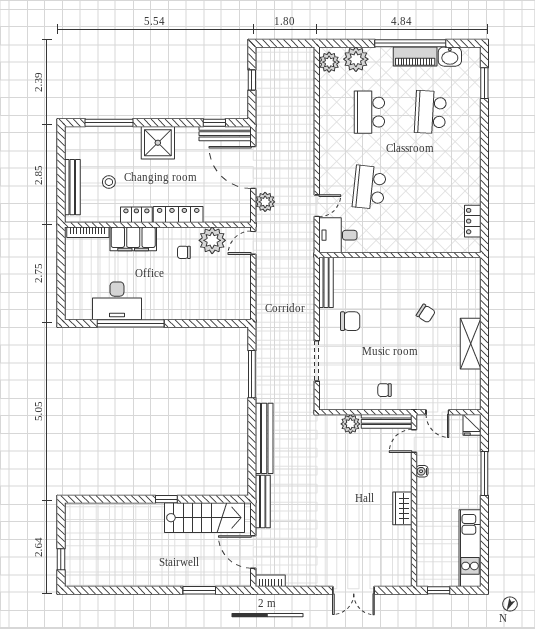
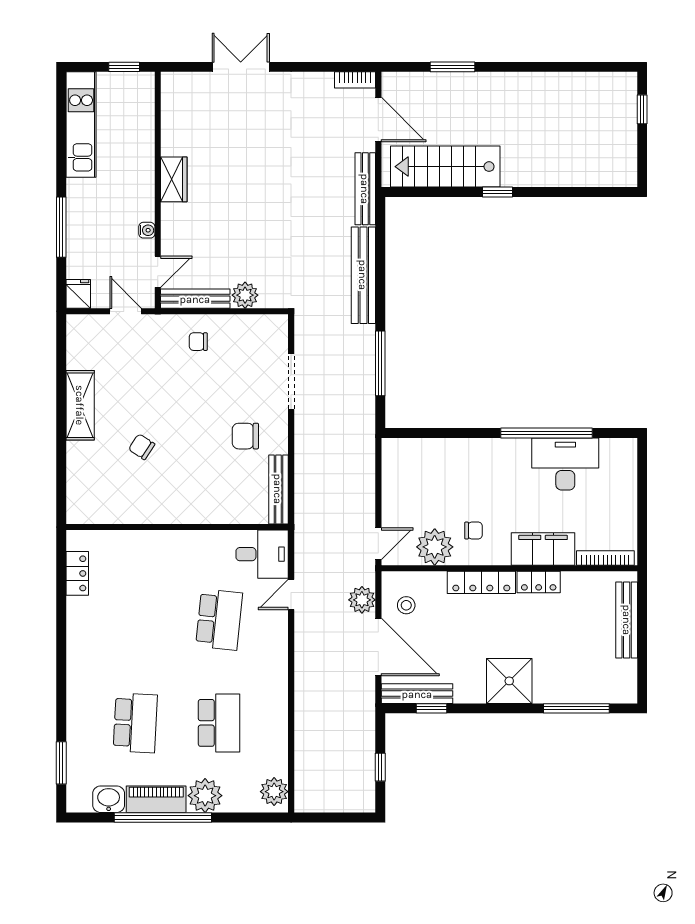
plant: (356, 59) -> (205, 796), moved
stool: (109, 182) -> (406, 605), moved
chair: (385, 390) -> (198, 342), turned 180

